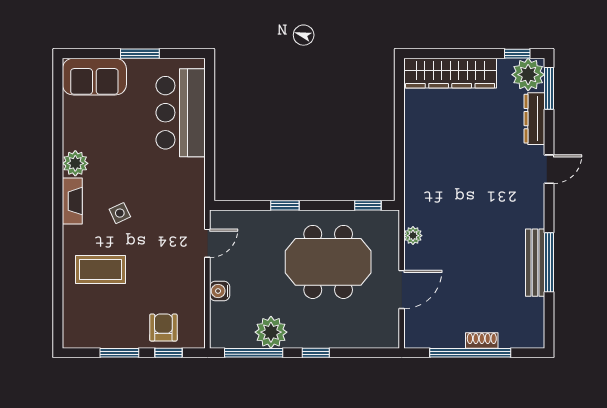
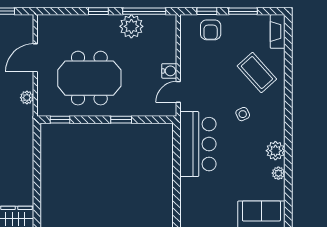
bar counter: (181, 113) -> (198, 144), moved
plant: (71, 133) -> (278, 173), added
fireplace: (72, 201) -> (278, 31), moved
coffee table: (100, 270) -> (257, 72), turned 48
water cooler: (220, 291) -> (169, 71), moved

